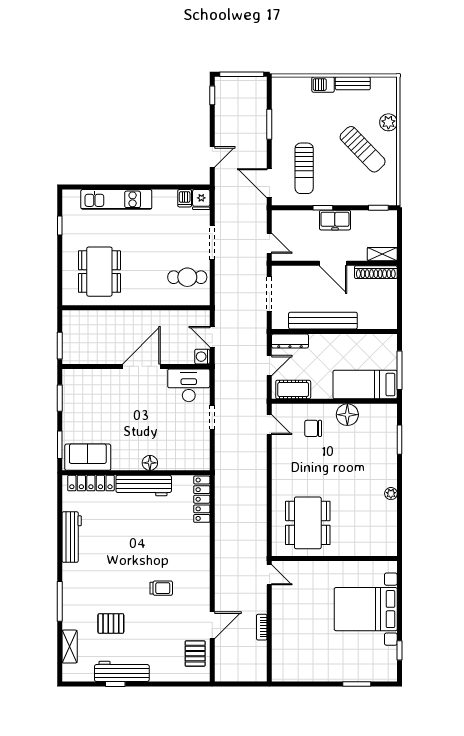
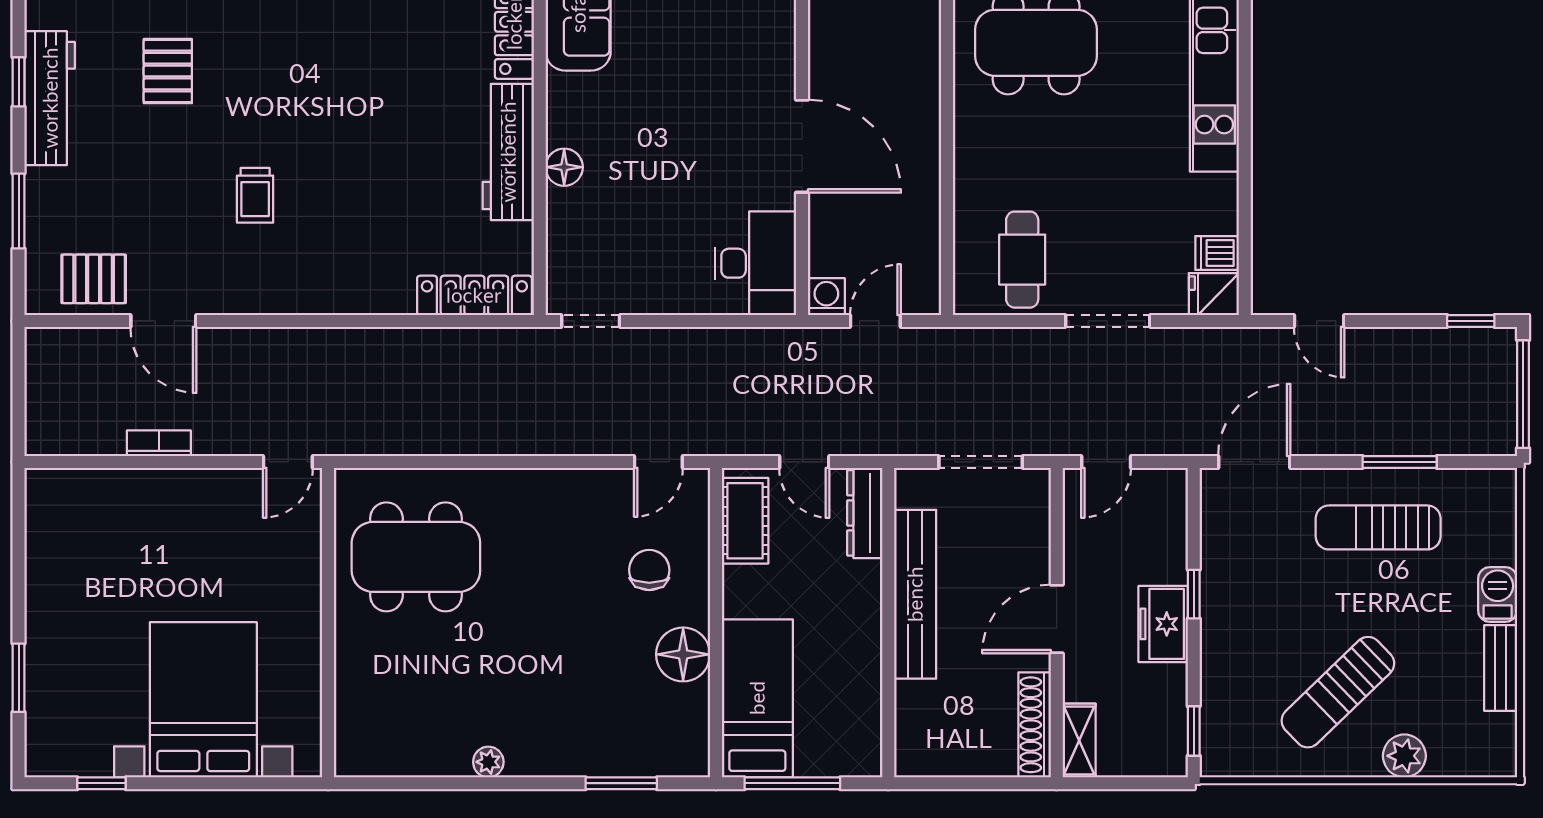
sun lounger: (304, 168) -> (1378, 527), moved
doorway: (212, 417) -> (591, 321), moved
window: (168, 684) -> (19, 211), added

